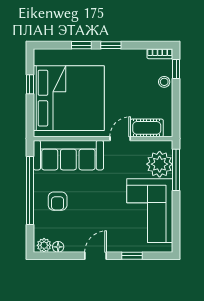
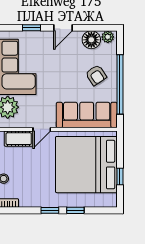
armchair: (58, 201) -> (96, 75), turned 146
floor lamp: (58, 247) -> (91, 40), width x1.89, depth x1.89

